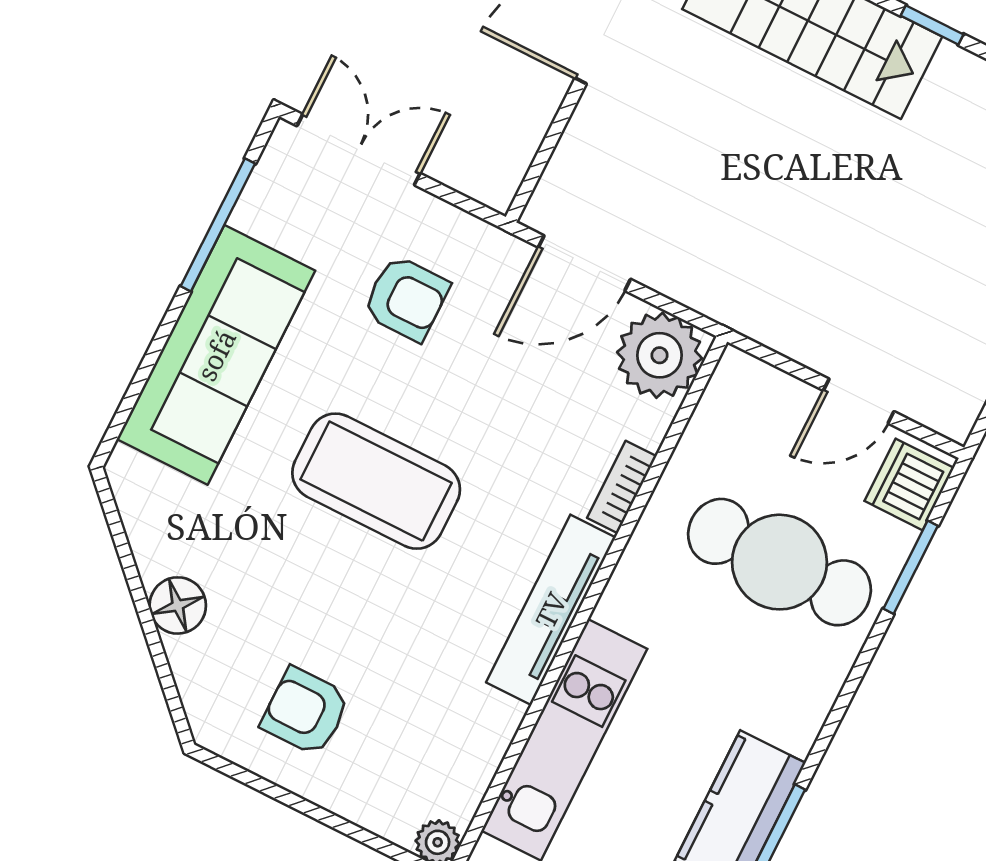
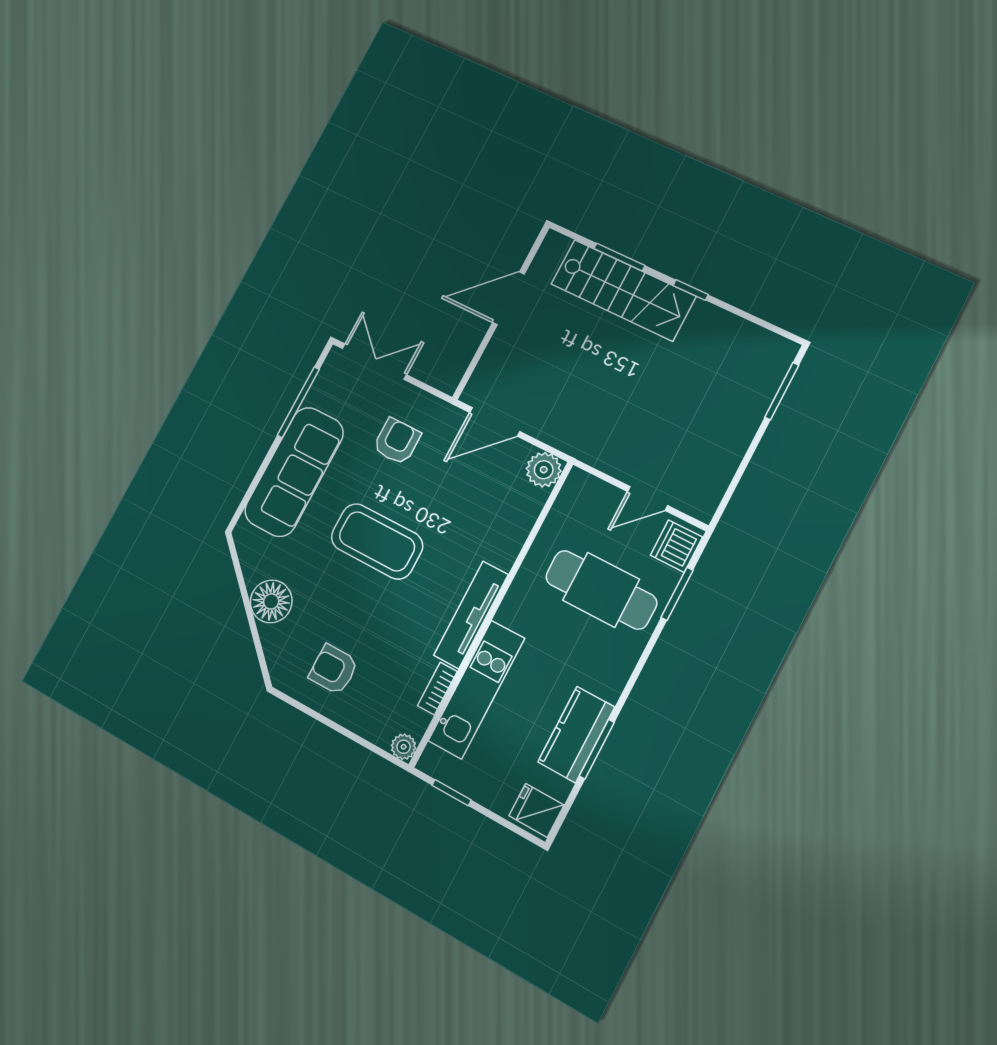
armchair: (406, 298) -> (397, 441), turned -90
plant: (660, 355) -> (544, 470), width x0.73, depth x0.73
bookcase: (622, 487) -> (437, 689), moved
floor lamp: (178, 605) -> (271, 601), width x1.38, depth x1.38

